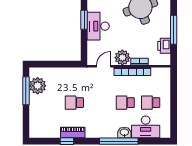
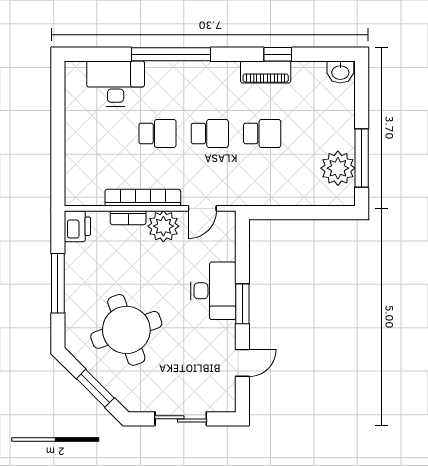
printer: (164, 46) -> (77, 226), moved
school desk: (151, 103) -> (210, 133), moved
washbasin: (124, 133) -> (340, 72), moved

